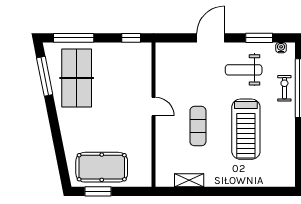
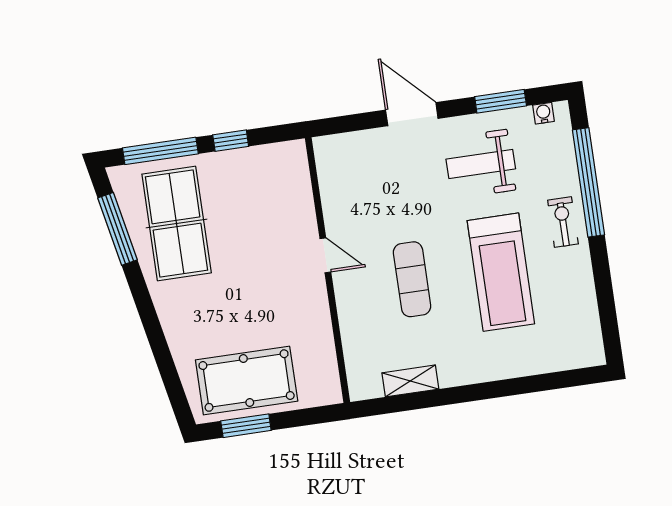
window: (131, 38) -> (231, 141), moved
door: (211, 38) -> (412, 114), hinge flipped
exercise bike: (284, 88) -> (563, 222), moved

